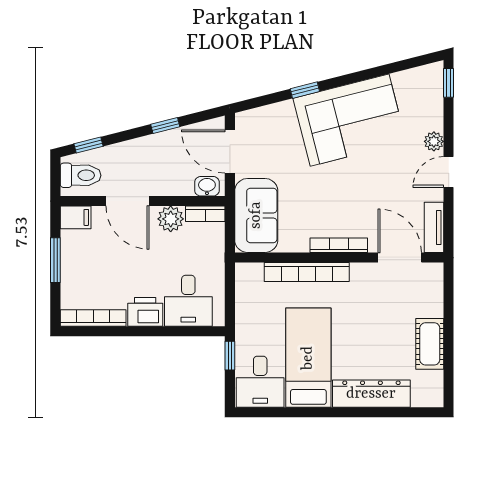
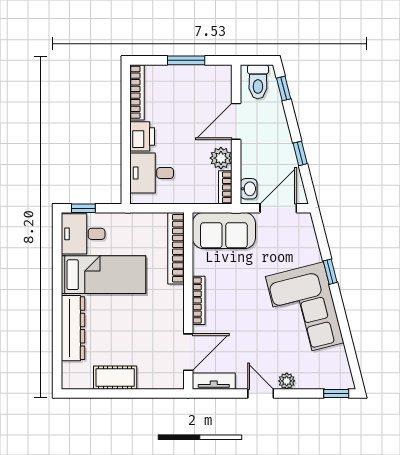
filing cabinet: (76, 217) -> (222, 78), removed
bookcase: (307, 272) -> (176, 248), moved
window: (230, 356) -> (83, 208), moved

